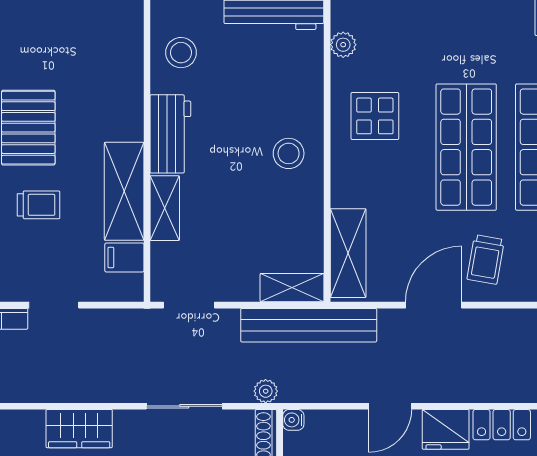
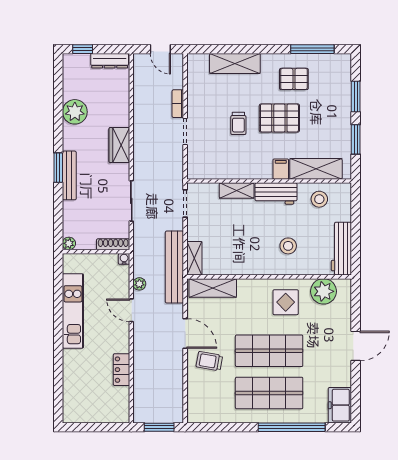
plant: (343, 45) -> (324, 291), width x1.88, depth x1.88
stool: (289, 153) -> (288, 246), moved
shelving: (124, 191) -> (316, 169), moved
filing cabinet: (124, 257) -> (281, 169), moved
plant: (266, 391) -> (139, 284), moved
fridge: (446, 429) -> (119, 340), removed

